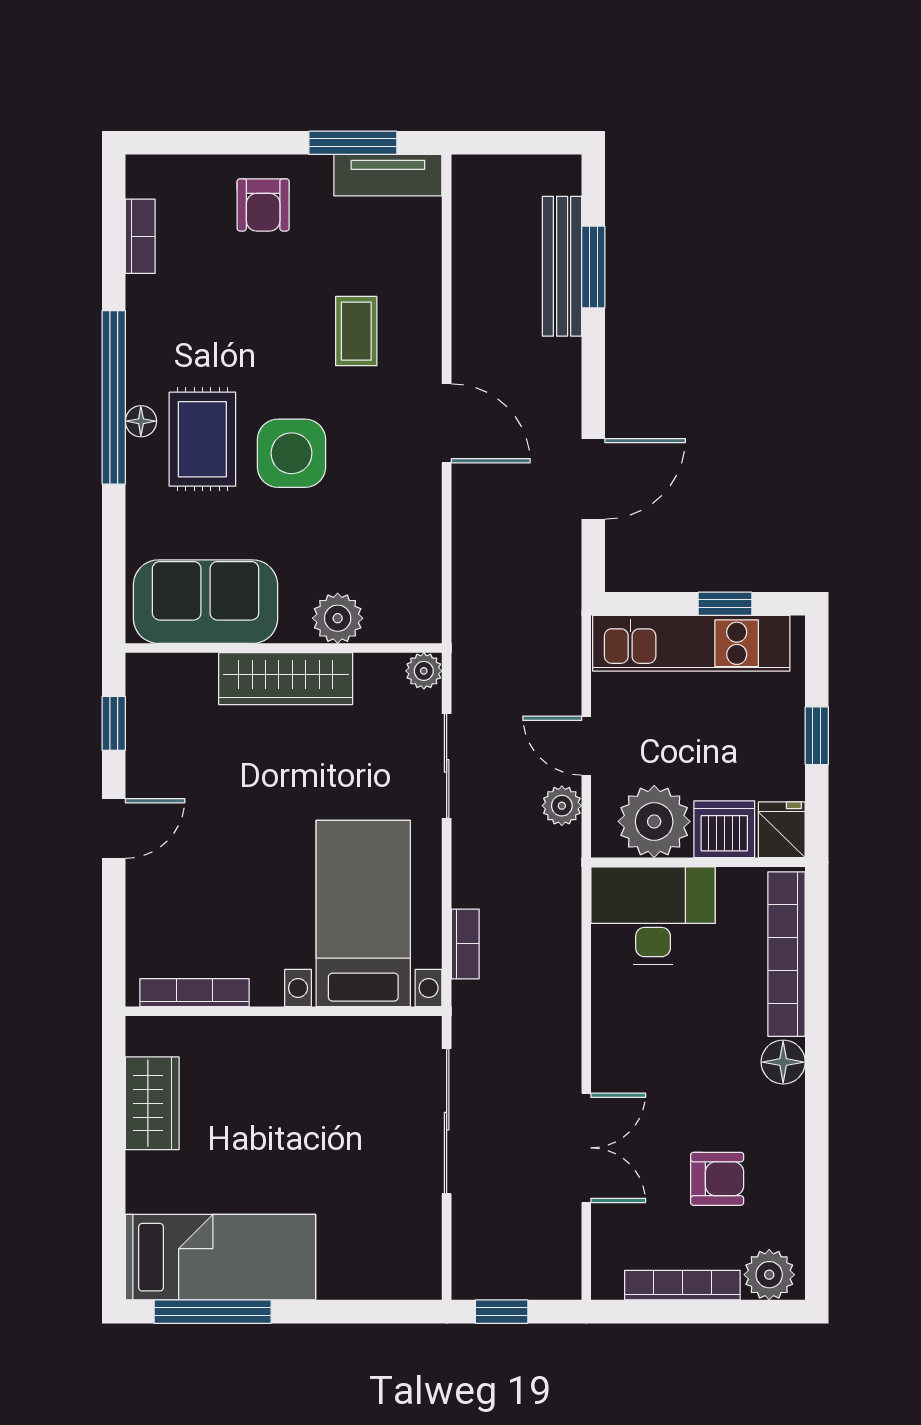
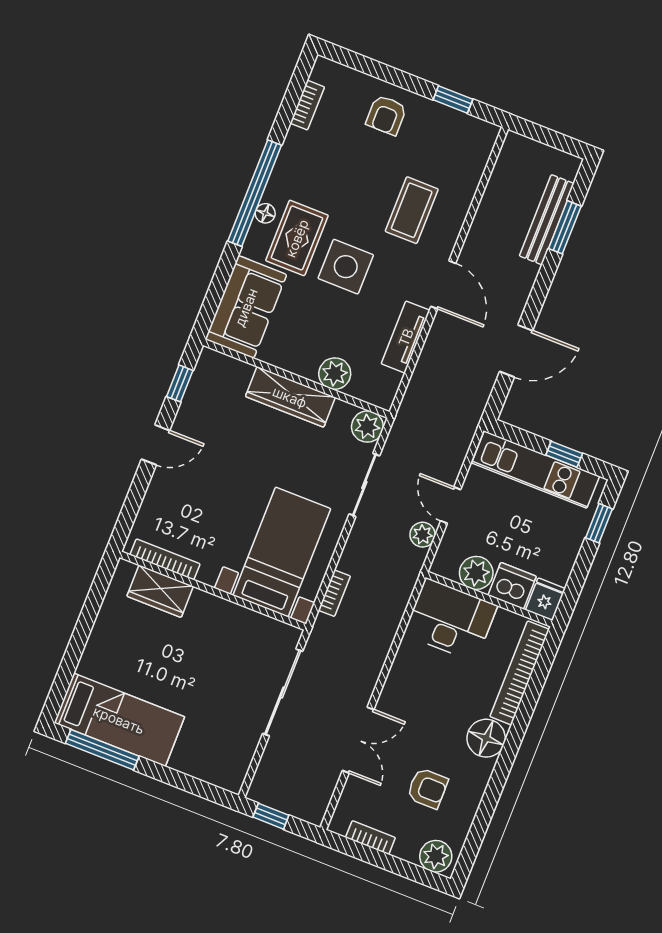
window: (353, 143) -> (453, 99), width x0.67
tv unit: (388, 175) -> (406, 337), moved, turned 90
coffee table: (356, 331) -> (412, 210), width x1.36, depth x1.30
sofa: (206, 602) -> (246, 307), moved, turned 90
plant: (424, 671) -> (367, 427), width x1.38, depth x1.38
window: (817, 736) -> (599, 523), moved
plant: (654, 821) -> (476, 573), width x0.73, depth x0.73
floor lamp: (783, 1062) -> (486, 738), width x1.38, depth x1.38
wardrobe: (152, 1103) -> (160, 591), moved, turned 90
bookcase: (682, 1285) -> (370, 838), width x0.64

